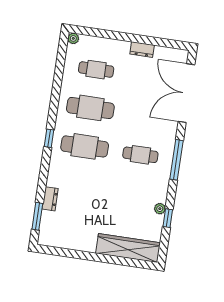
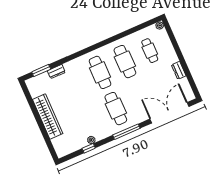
window: (49, 138) -> (92, 48), removed
cafe table: (140, 155) -> (116, 109), width x1.37, depth x1.35
wardrobe: (128, 248) -> (48, 116), moved

